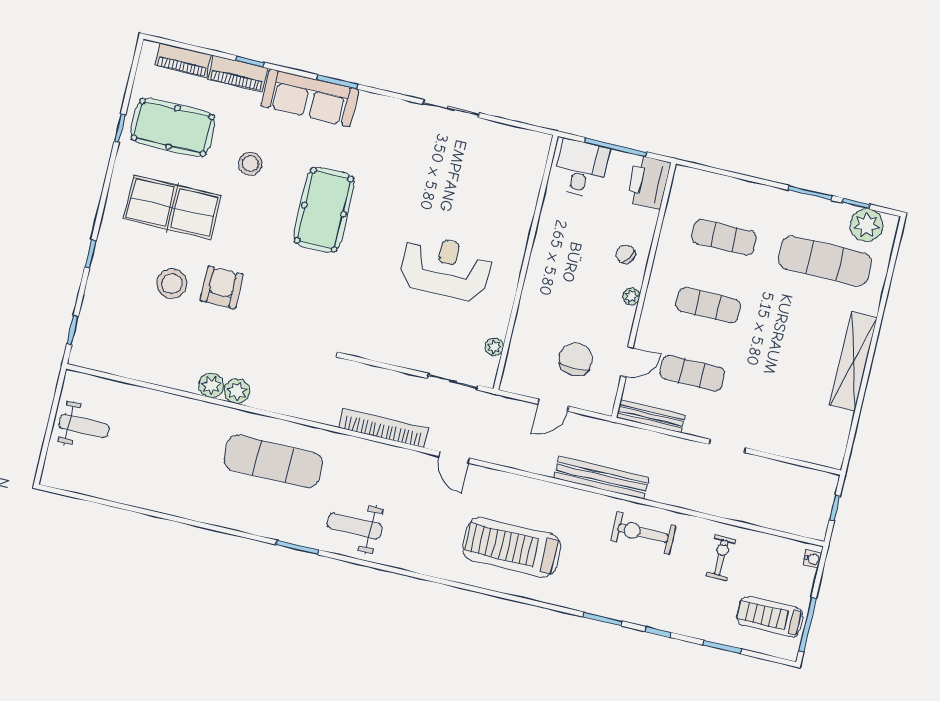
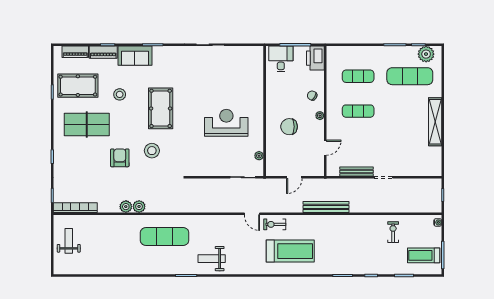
sofa: (310, 98) -> (135, 56), width x0.73
stool: (172, 284) -> (152, 151), moved
chair: (576, 359) -> (289, 127), moved, turned -90
exercise mat: (692, 373) -> (358, 146), removed
bench: (651, 416) -> (356, 171), moved
weight bench: (84, 426) -> (69, 241), turned -90
bookcase: (384, 428) -> (75, 208), moved
exercise bike: (643, 533) -> (275, 224), moved, width x0.73, depth x0.72
treadmill: (512, 547) -> (290, 251), turned 180

